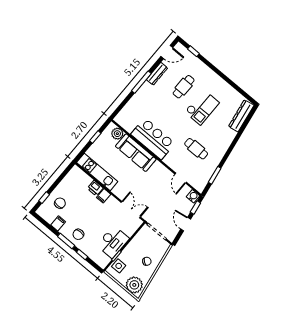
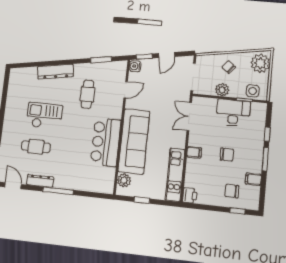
dresser: (241, 116) -> (55, 72), moved
sofa: (136, 153) -> (134, 141), width x1.36, depth x1.27
printer: (95, 188) -> (190, 196), moved
chair: (78, 234) -> (227, 155), moved
plant: (134, 245) -> (222, 90), added

